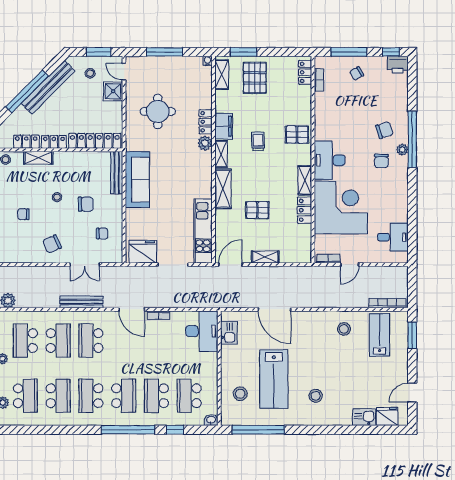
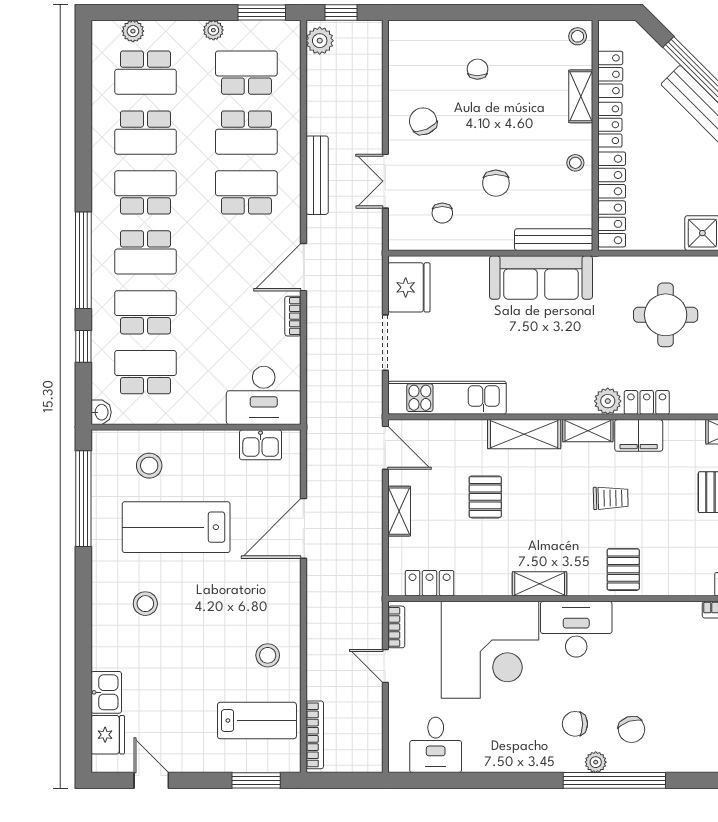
stool: (57, 197) -> (575, 163), moved
locker: (304, 210) -> (430, 583), moved

